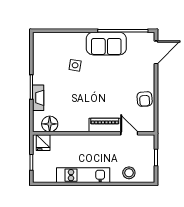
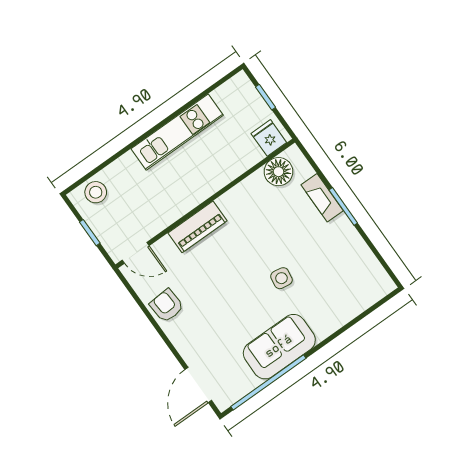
side table: (75, 65) -> (281, 278), moved
door: (129, 133) -> (136, 253), moved
stool: (129, 173) -> (96, 192), moved

